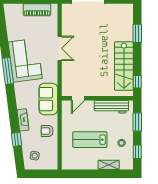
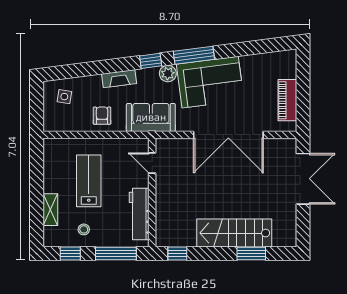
double door: (60, 48) -> (228, 135), width x1.87
stairs: (124, 66) -> (234, 233), moved
plant: (20, 88) -> (168, 74), added
window: (137, 122) -> (116, 253), width x1.44
window: (17, 139) -> (151, 61), moved

